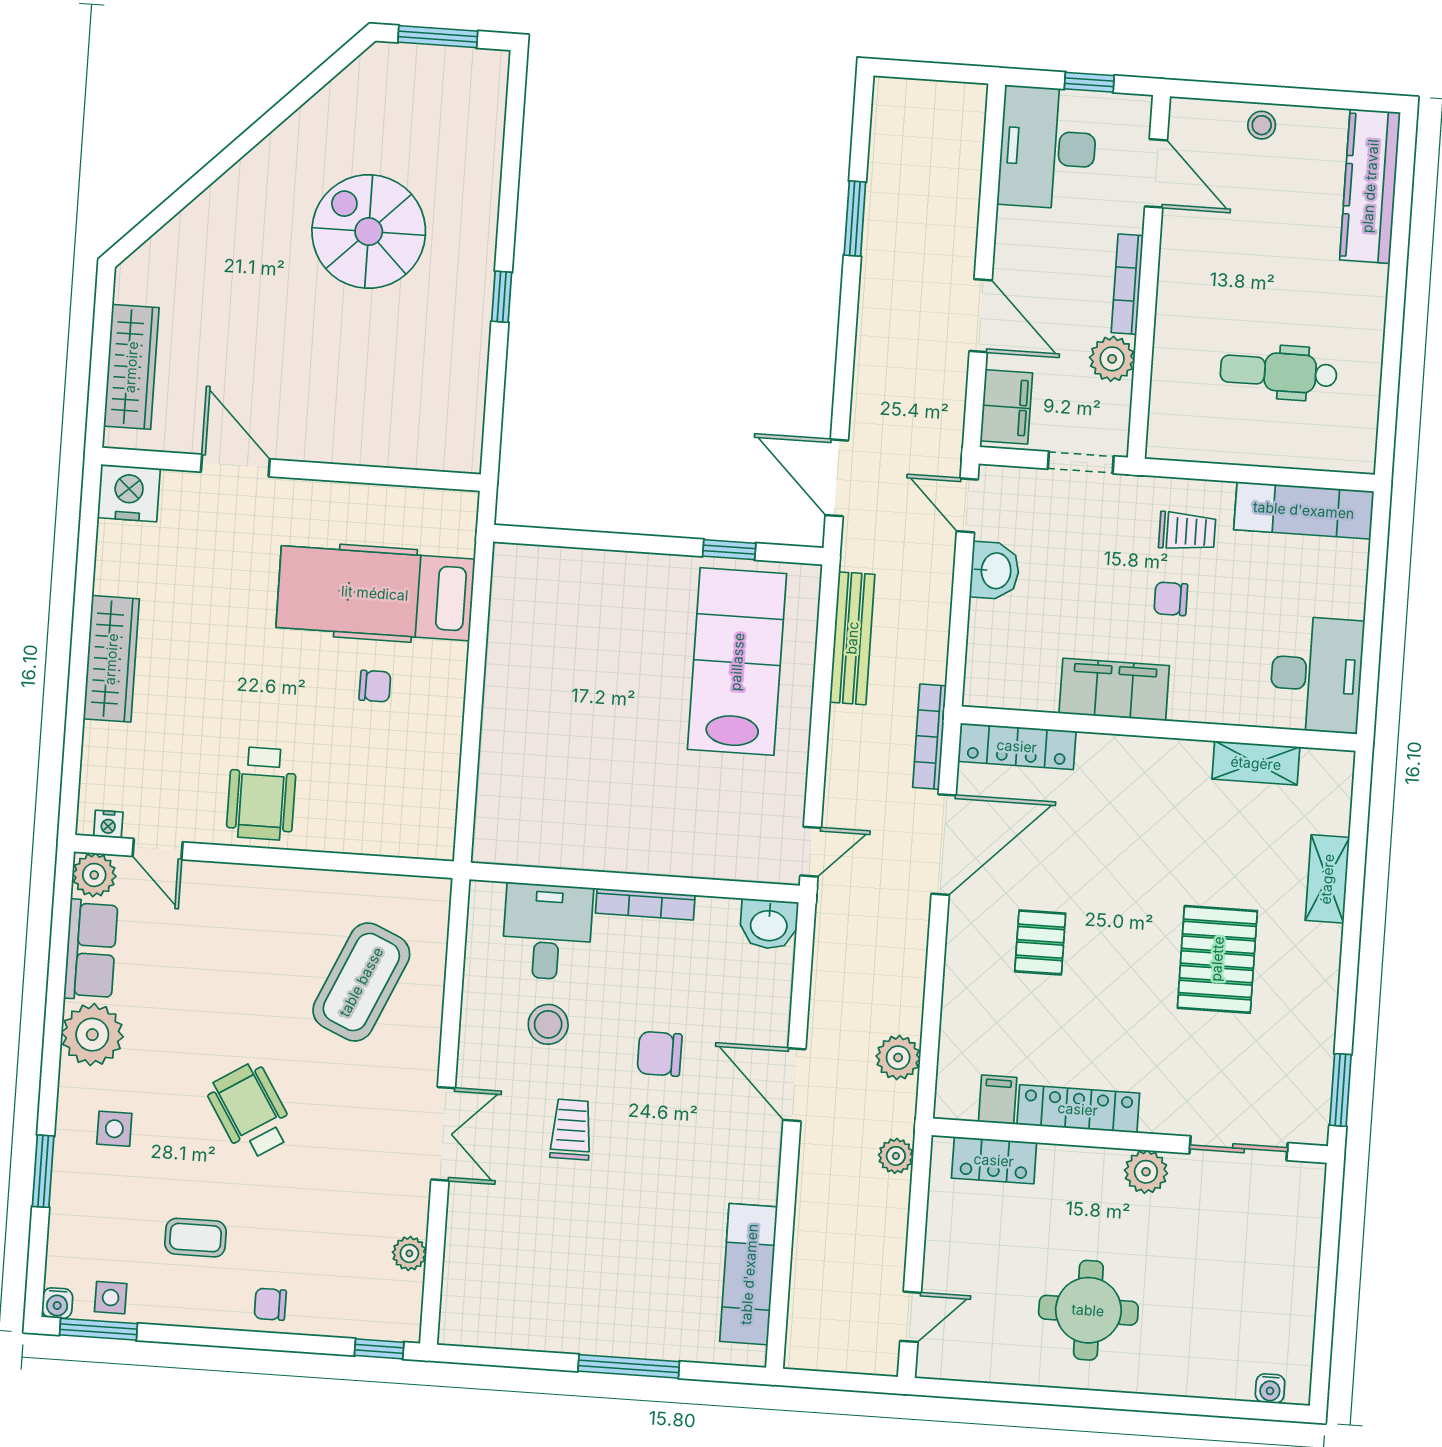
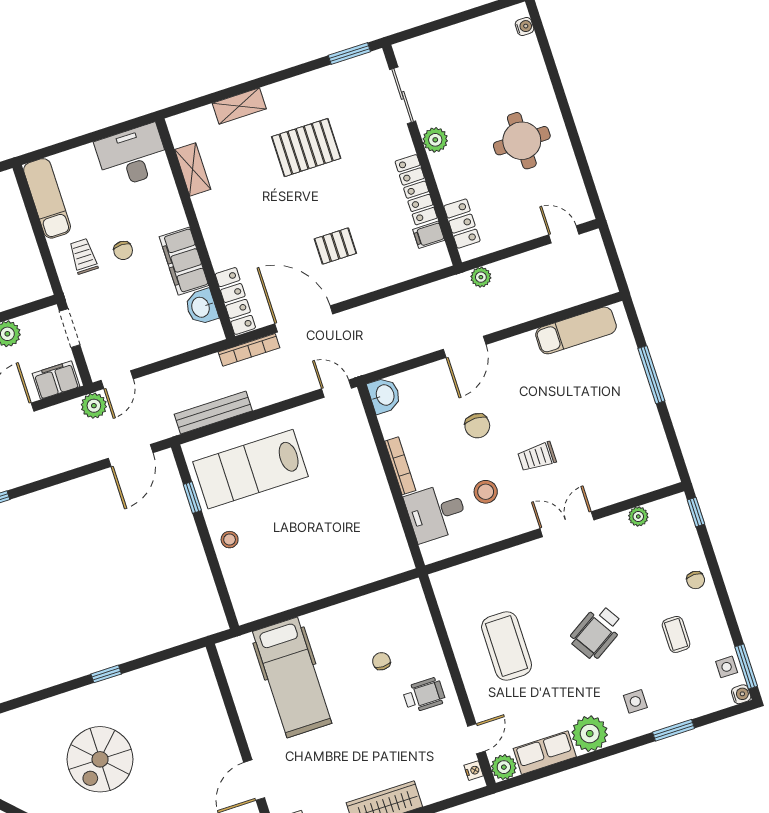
washbasin: (995, 571) -> (201, 307), moved, turned -90
stool: (638, 582) -> (230, 540), added
chair: (375, 686) -> (381, 661), moved
wheelchair: (262, 793) -> (424, 695), width x0.73, depth x0.73
coffee table: (361, 982) -> (507, 646), moved, turned 66
plant: (898, 1058) -> (94, 406), moved

